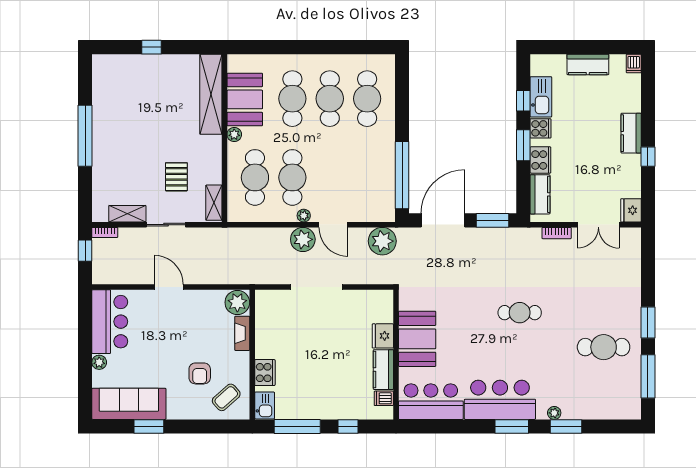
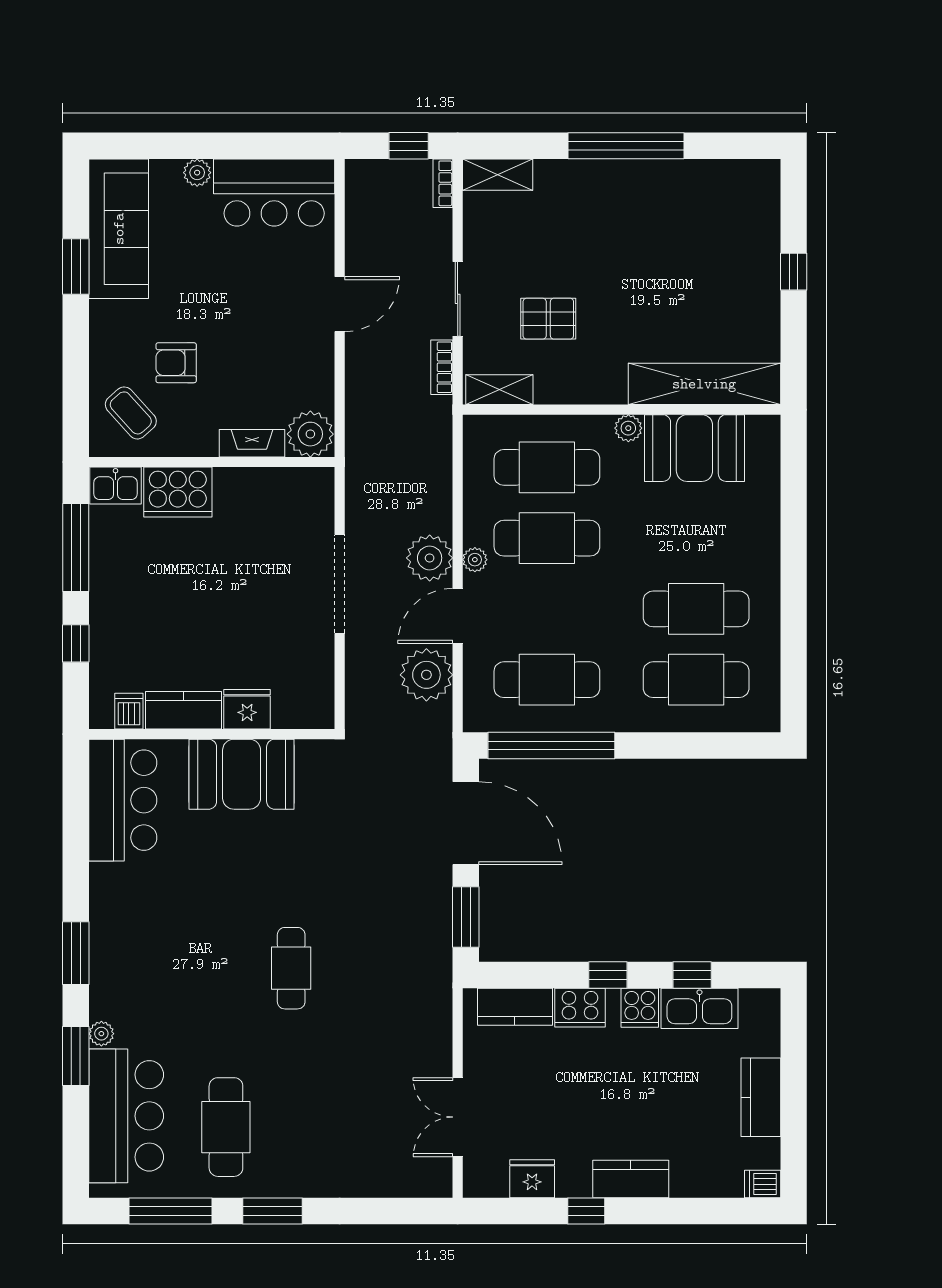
cafe table: (292, 99) -> (547, 680), moved
window: (523, 145) -> (608, 975), width x0.67
fridge: (631, 210) -> (532, 1179), moved
shelving: (127, 214) -> (498, 175), moved, turned 90
bookcase: (557, 233) -> (442, 367), moved
plant: (382, 241) -> (426, 675), moved
cooker: (265, 373) -> (178, 492), width x1.37, depth x1.31
bar counter: (500, 400) -> (126, 1116), moved

